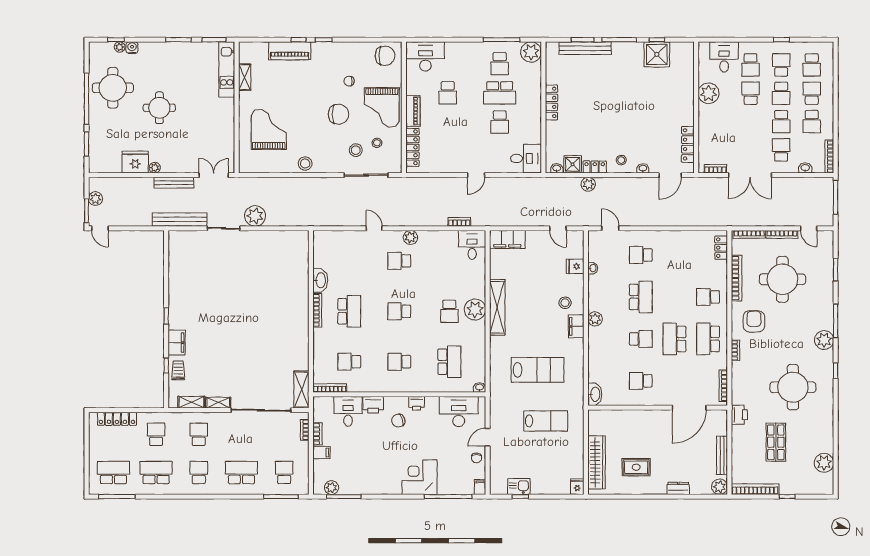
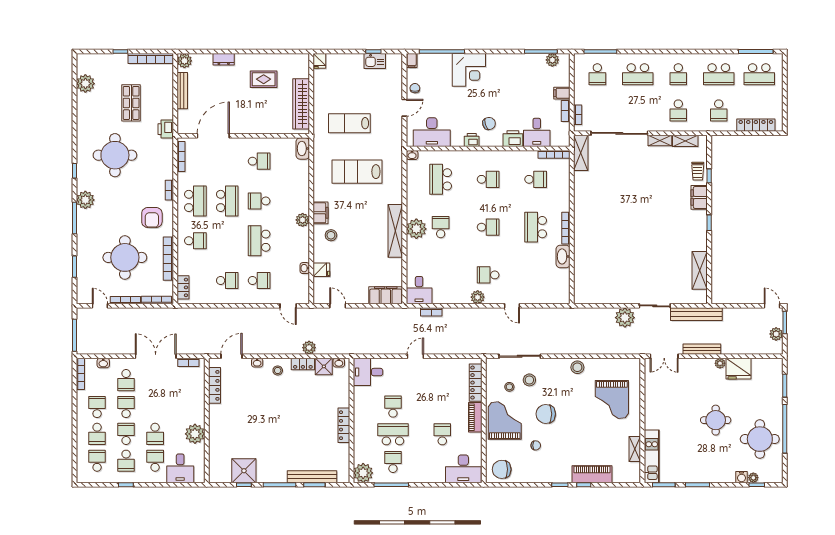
school desk: (674, 255) -> (227, 280), added
school desk: (399, 261) -> (488, 275), turned 180
shelving: (176, 266) -> (700, 270), added
wardrobe: (597, 462) -> (301, 104), moved

